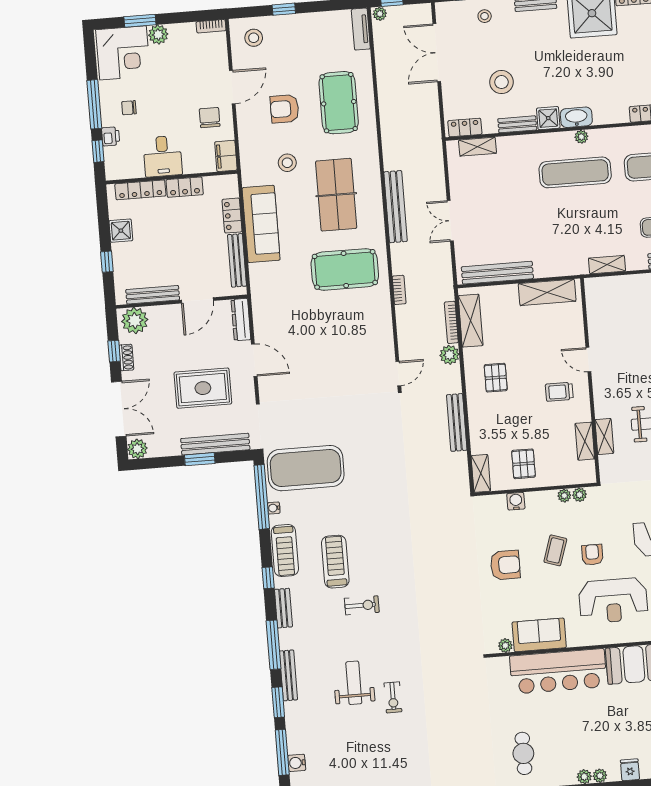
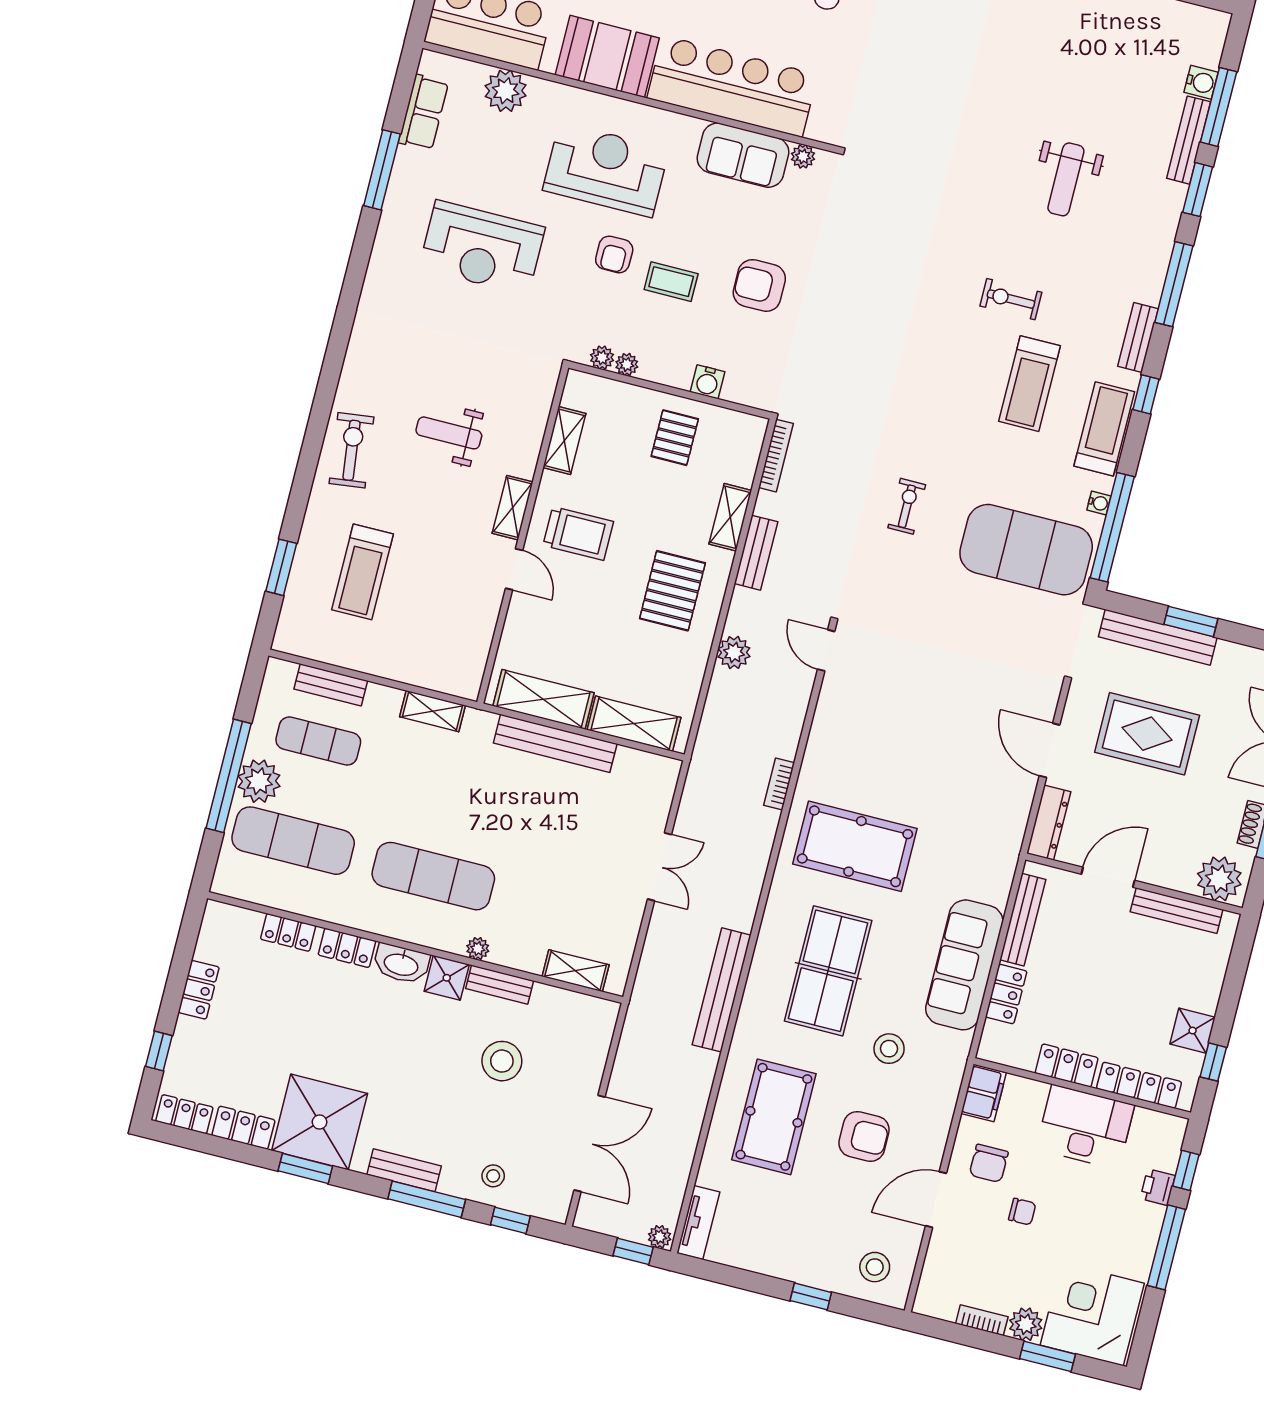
bookcase: (211, 26) -> (982, 1320), moved
chair: (129, 108) -> (1022, 1212), moved
locker: (465, 127) -> (347, 948), moved
plant: (581, 137) -> (478, 949), moved
desk: (163, 156) -> (1085, 1127), width x1.37
bench: (396, 207) -> (722, 990), moved
window: (107, 262) -> (1213, 1062), moved
bench: (497, 273) -> (555, 743), moved
shelving: (471, 321) -> (634, 724), moved, turned 90
bookcase: (451, 322) -> (776, 456), moved
door: (398, 374) -> (826, 650), hinge flipped
pallet: (496, 378) -> (672, 591), width x1.50, depth x1.42
trolley: (559, 392) -> (578, 533), width x1.36, depth x1.39
bench: (457, 422) -> (756, 553), width x0.73
shelving: (604, 436) -> (513, 508), moved
shelving: (481, 473) -> (730, 517), moved
coffee table: (555, 550) -> (671, 282), turned 72
bench: (288, 675) -> (1189, 140), moved
exercise bike: (393, 697) -> (907, 506), moved

